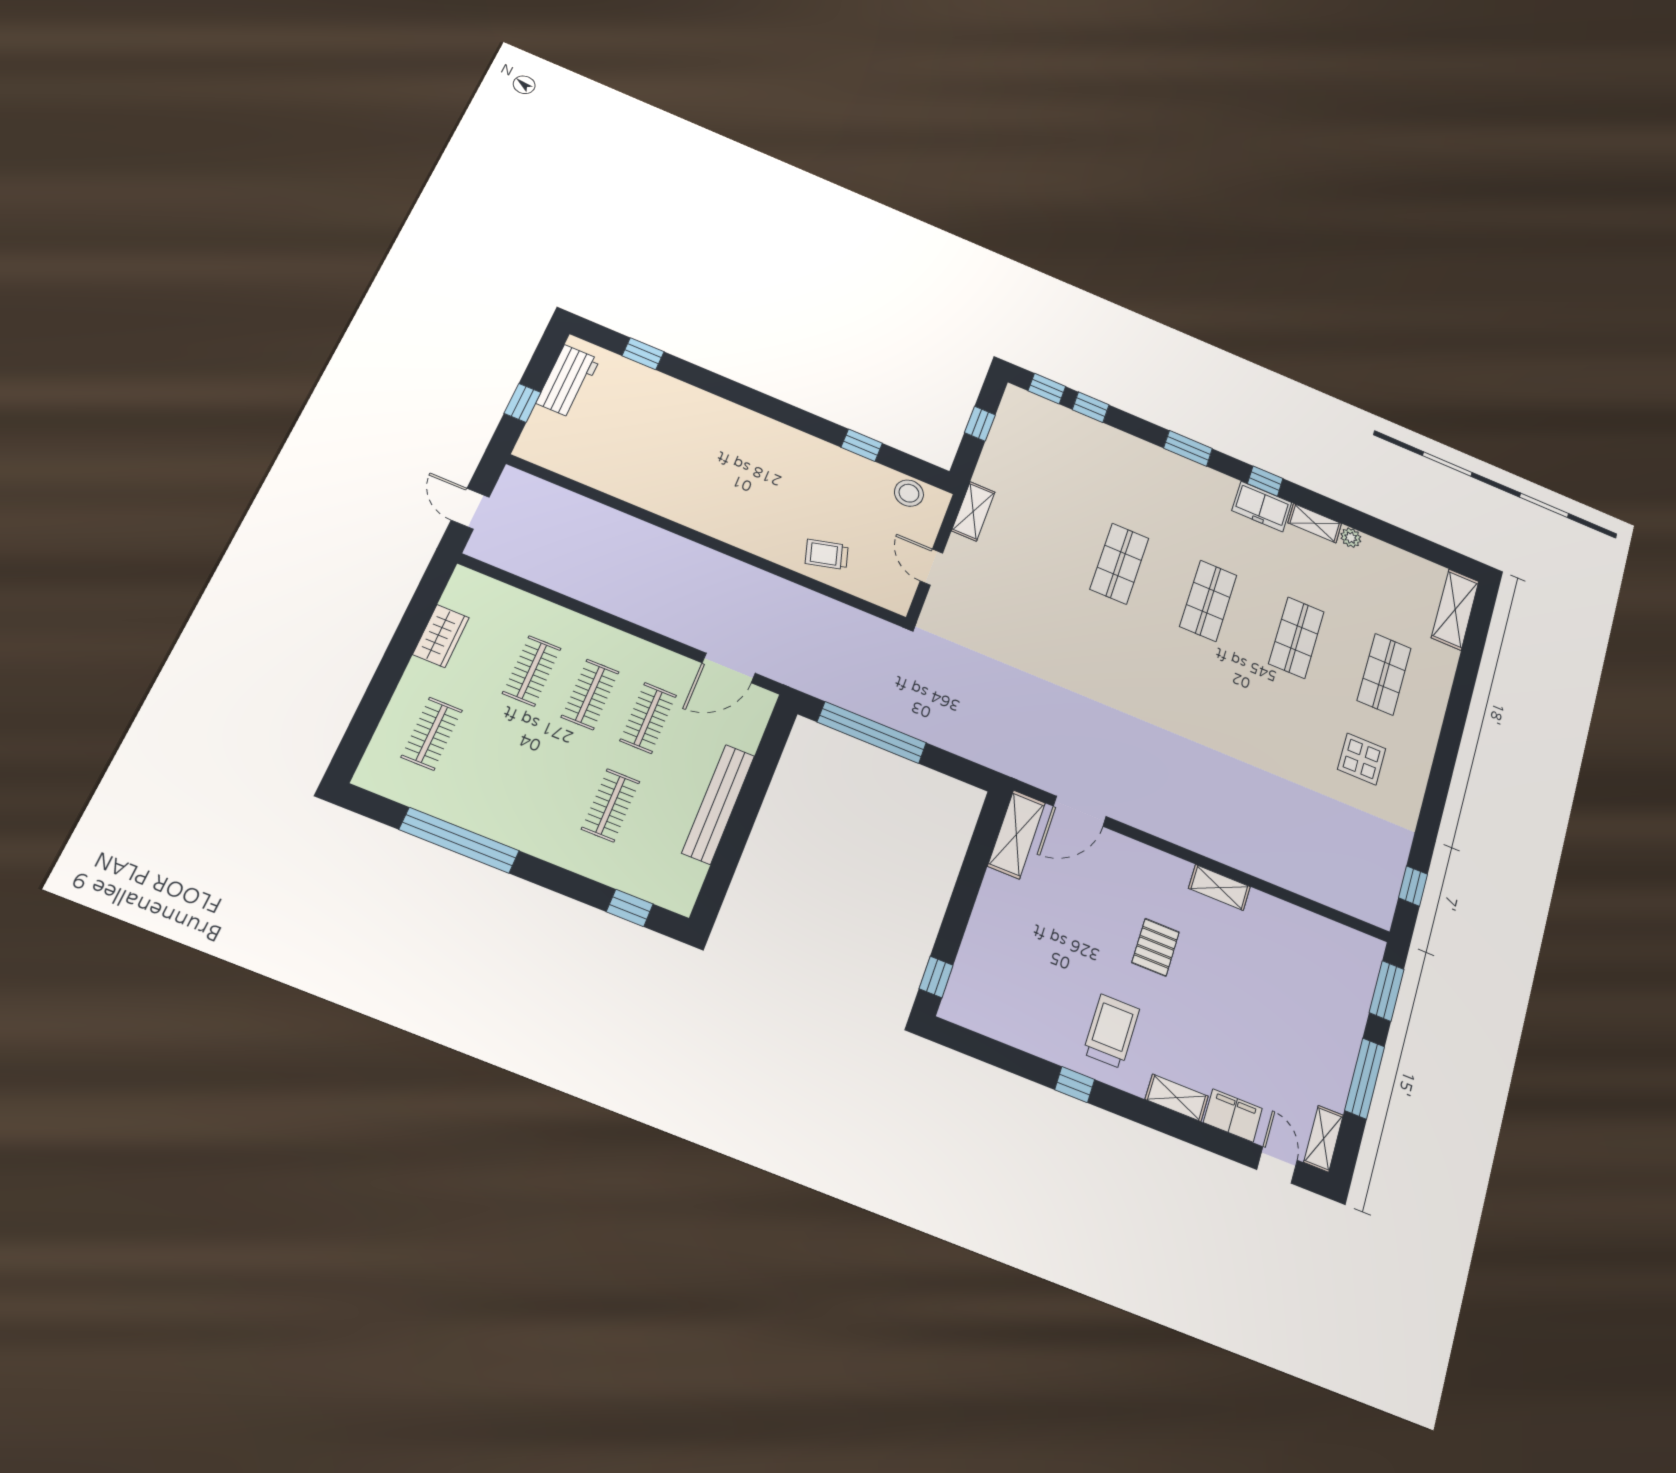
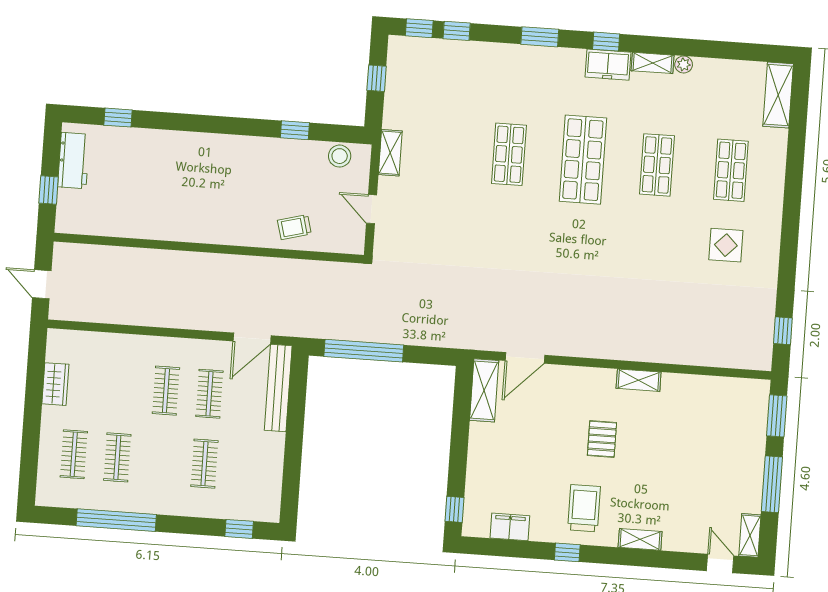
shop shelf: (1208, 601) -> (583, 160), width x1.43, depth x1.36
clothes rail: (532, 671) -> (117, 457), moved
bench: (718, 804) -> (278, 388), moved
filing cabinet: (1233, 1115) -> (510, 527), moved

